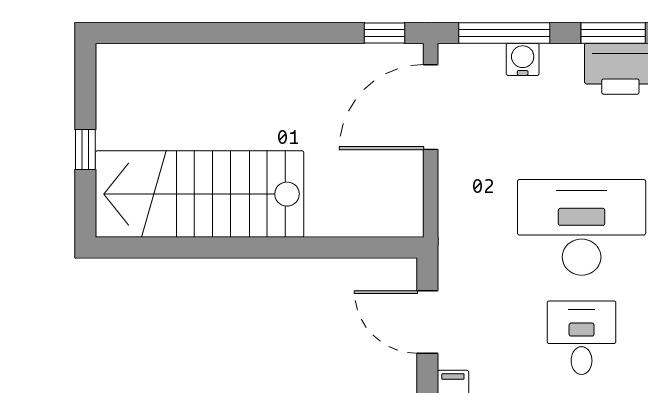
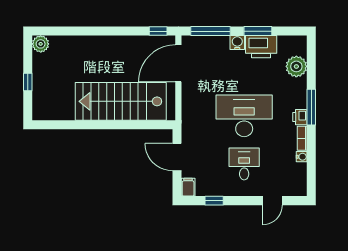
water cooler: (523, 59) -> (237, 43), moved
plant: (115, 62) -> (41, 44), added
stairs: (200, 194) -> (121, 101), moved

